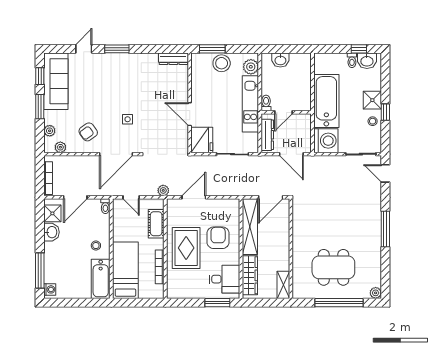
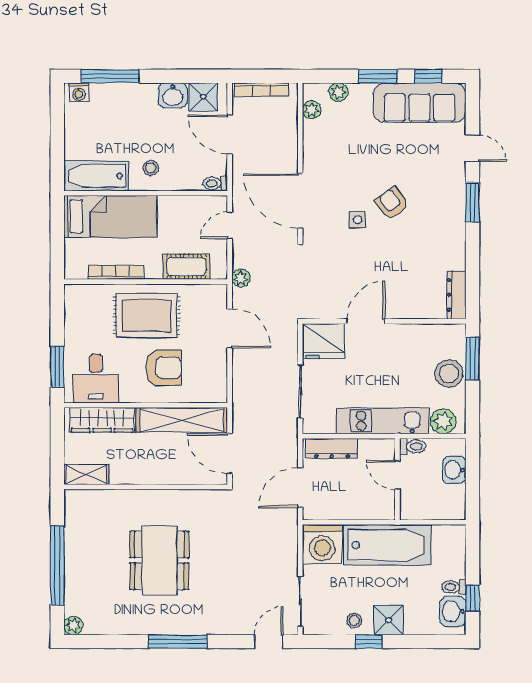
toilet: (266, 103) -> (413, 446), moved
door: (284, 112) -> (397, 475), moved
wall: (286, 112) -> (397, 479), moved
armchair: (88, 132) -> (392, 203), moved
dining table: (333, 267) -> (159, 560), moved

